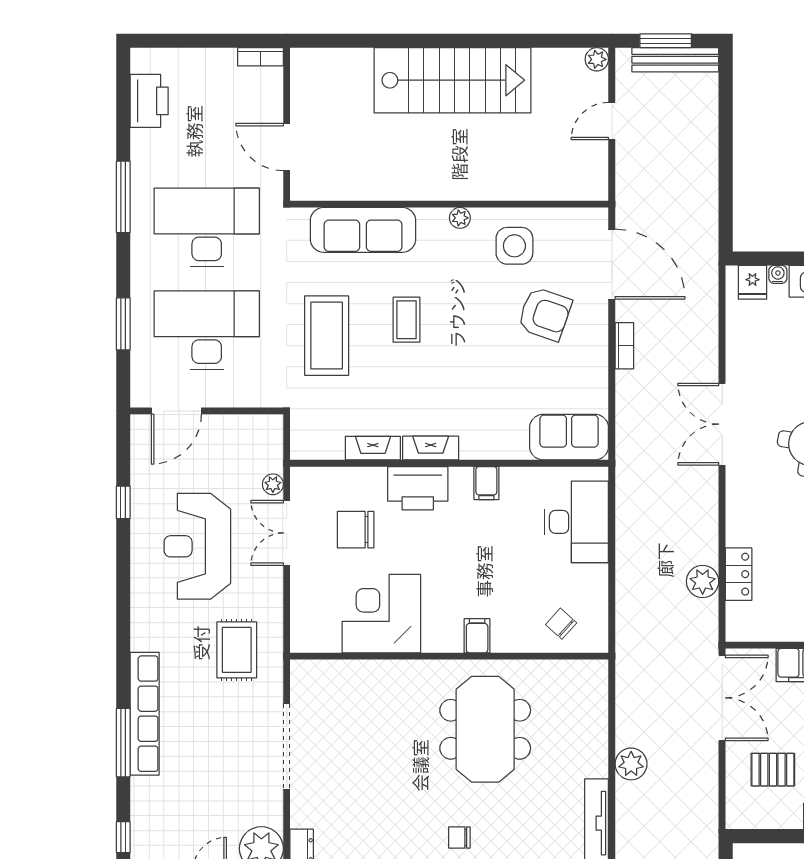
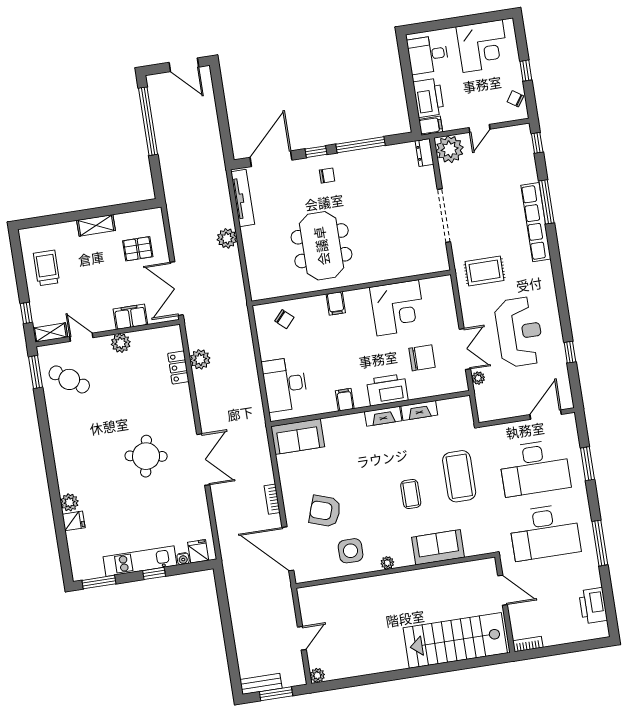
bench: (675, 60) -> (261, 684), width x0.73
stairs: (453, 80) -> (455, 640), moved
sofa: (363, 230) -> (438, 547), width x0.73
rug: (237, 650) -> (485, 271), turned 90

